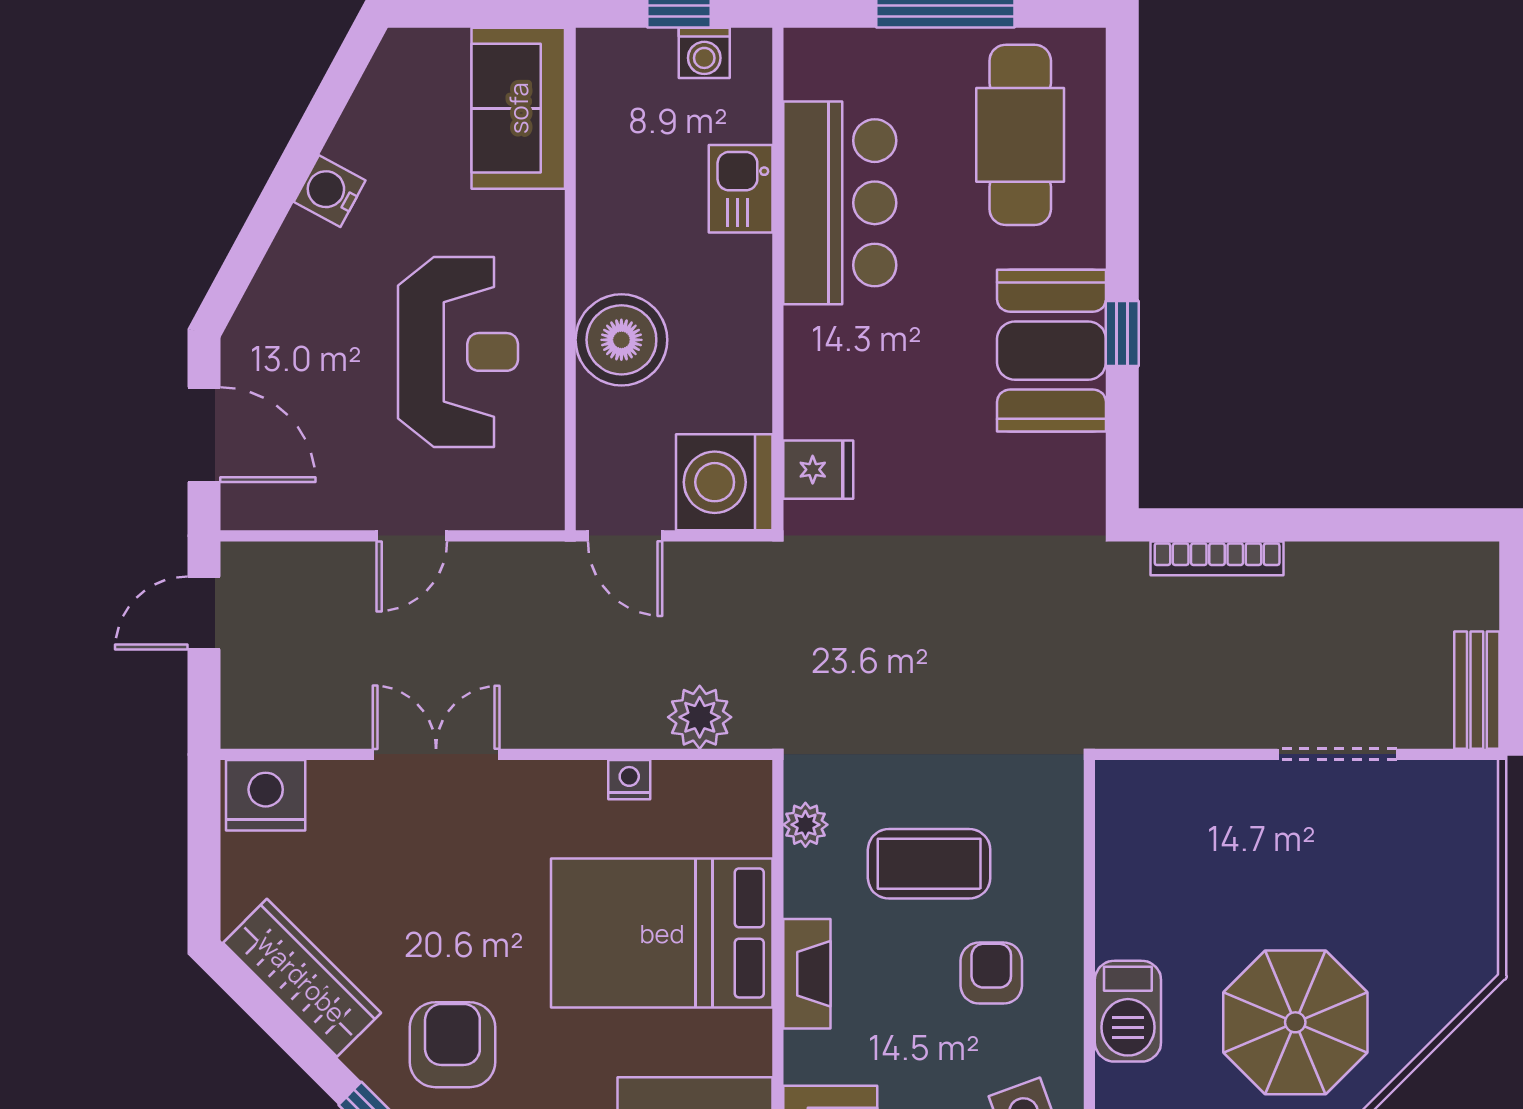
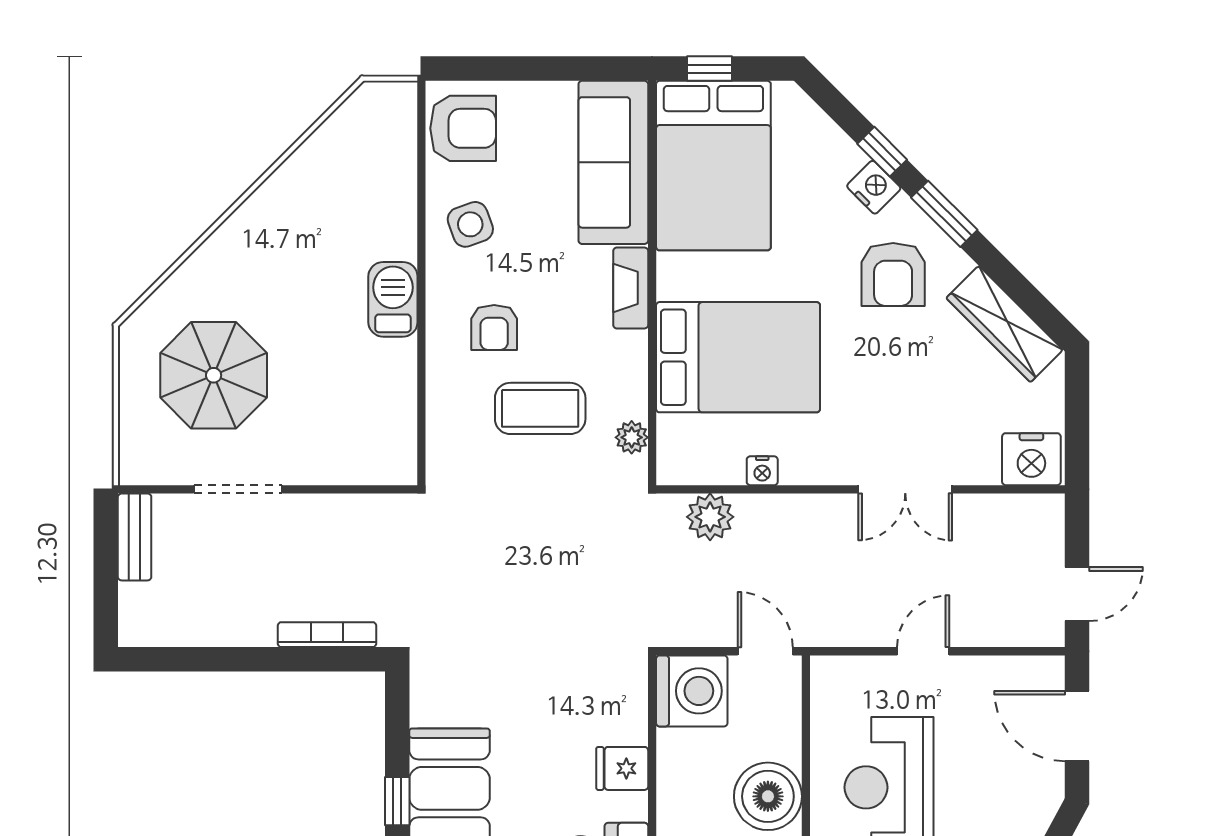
fridge: (818, 470) -> (622, 768), moved
fireplace: (807, 974) -> (631, 288), moved
parasol: (1295, 1022) -> (214, 375), moved

